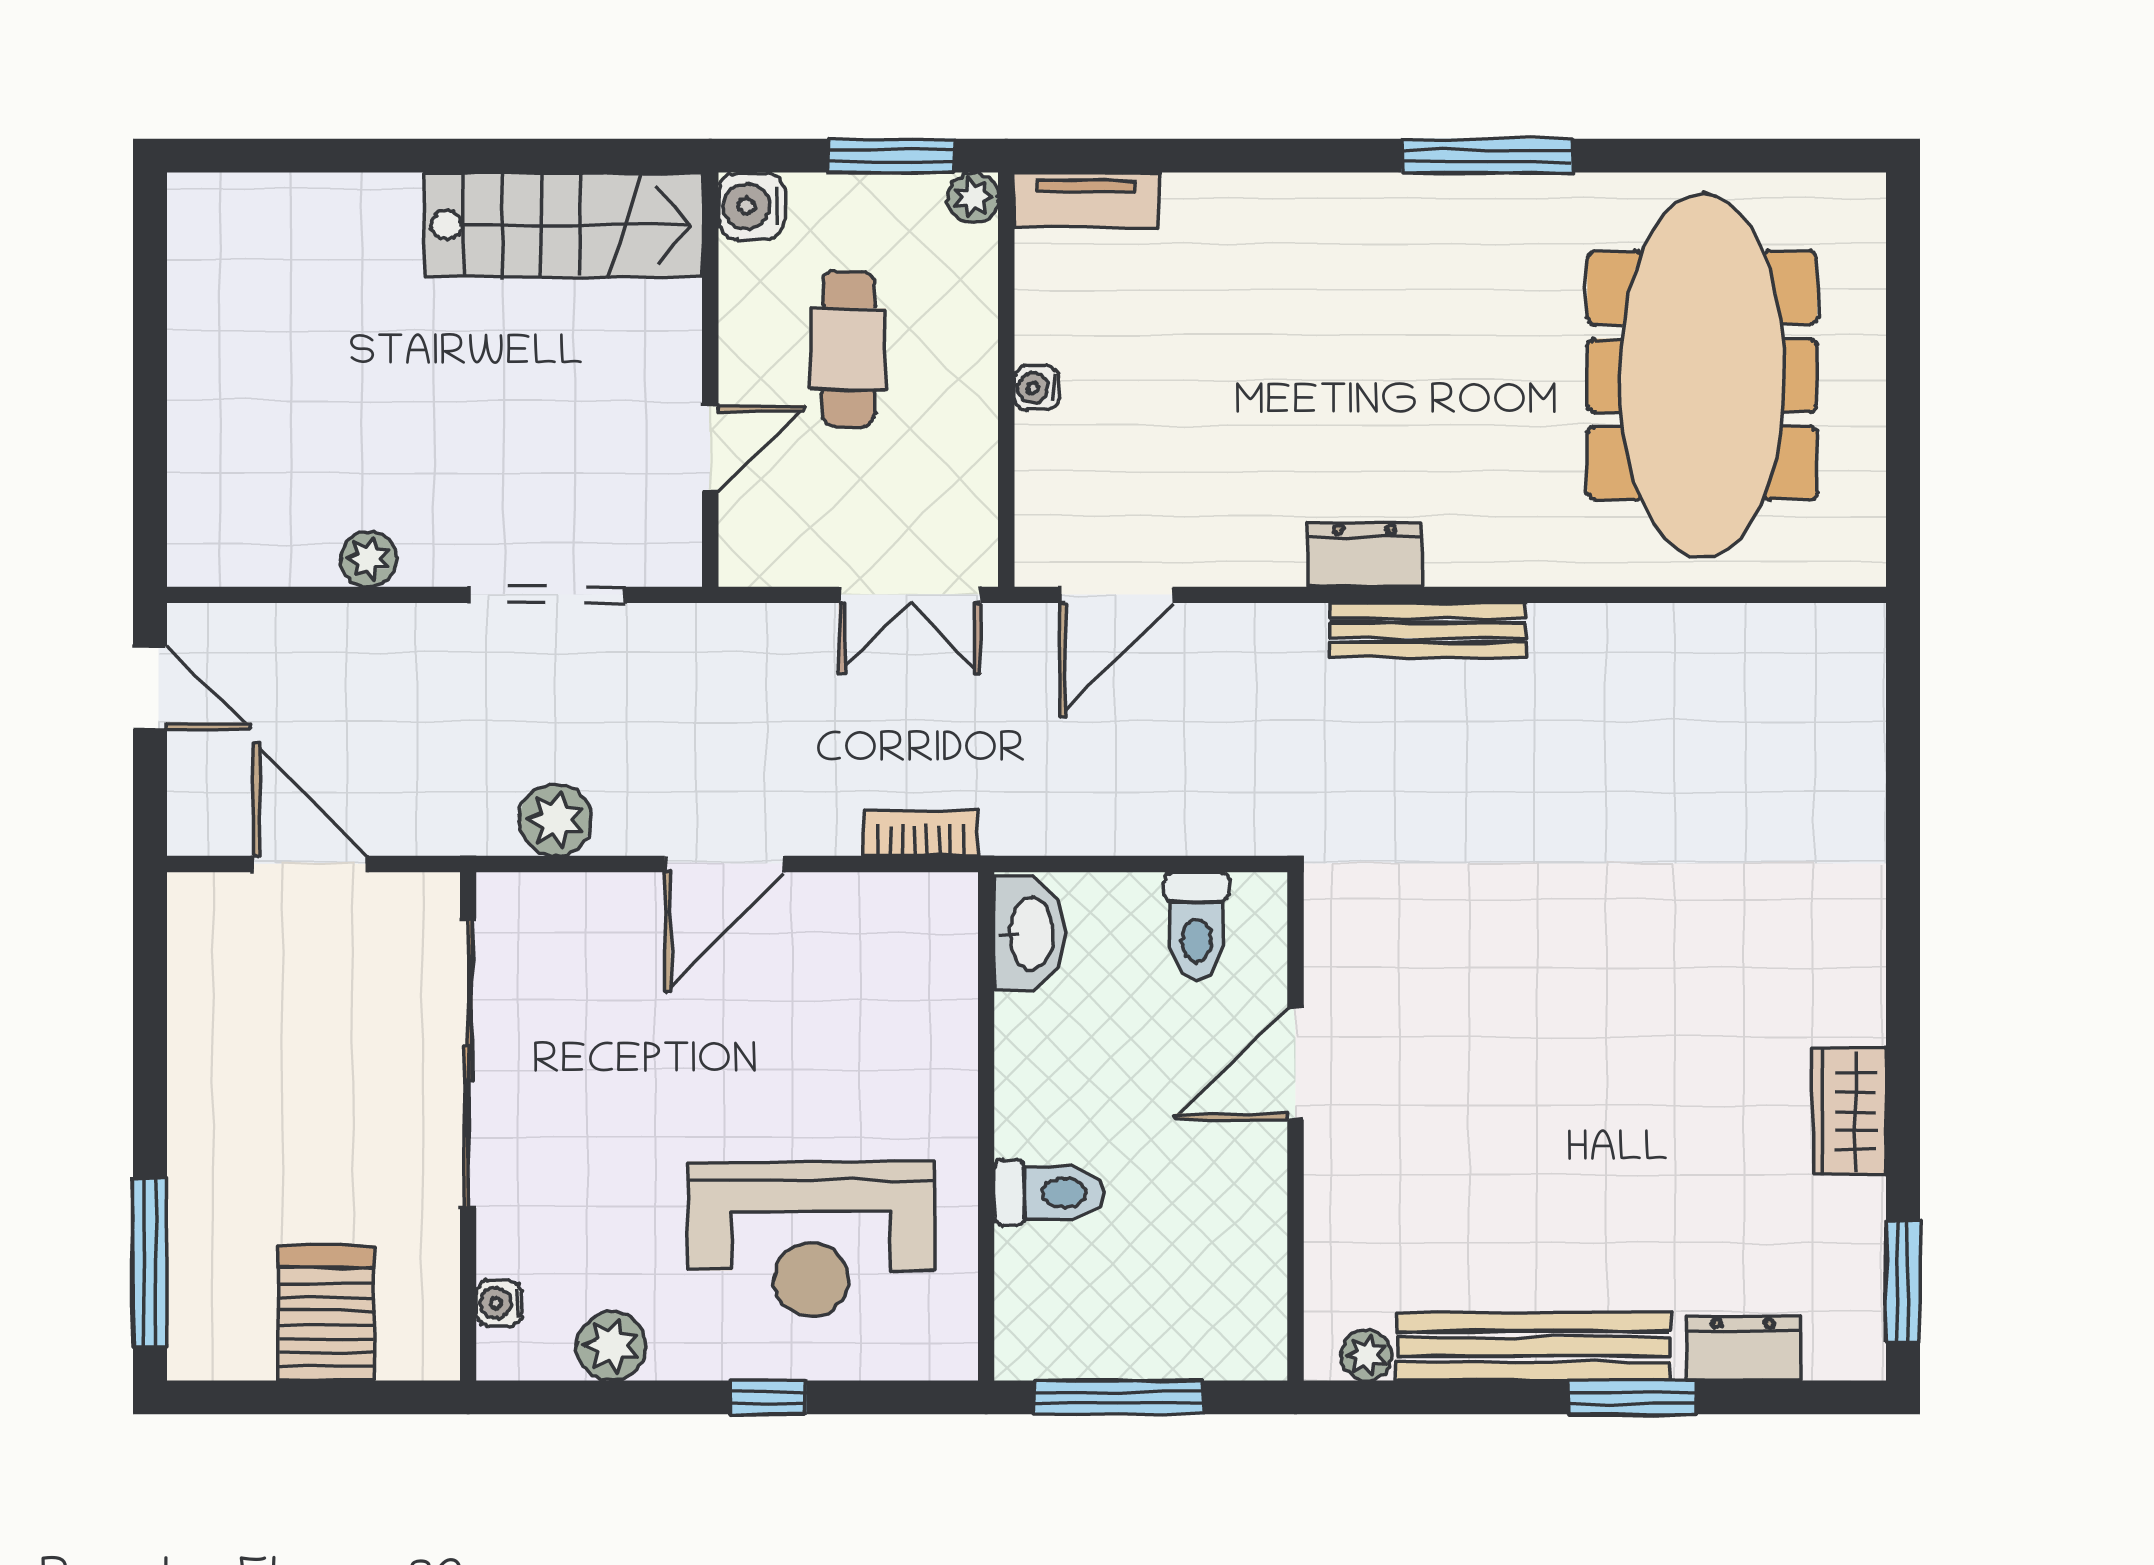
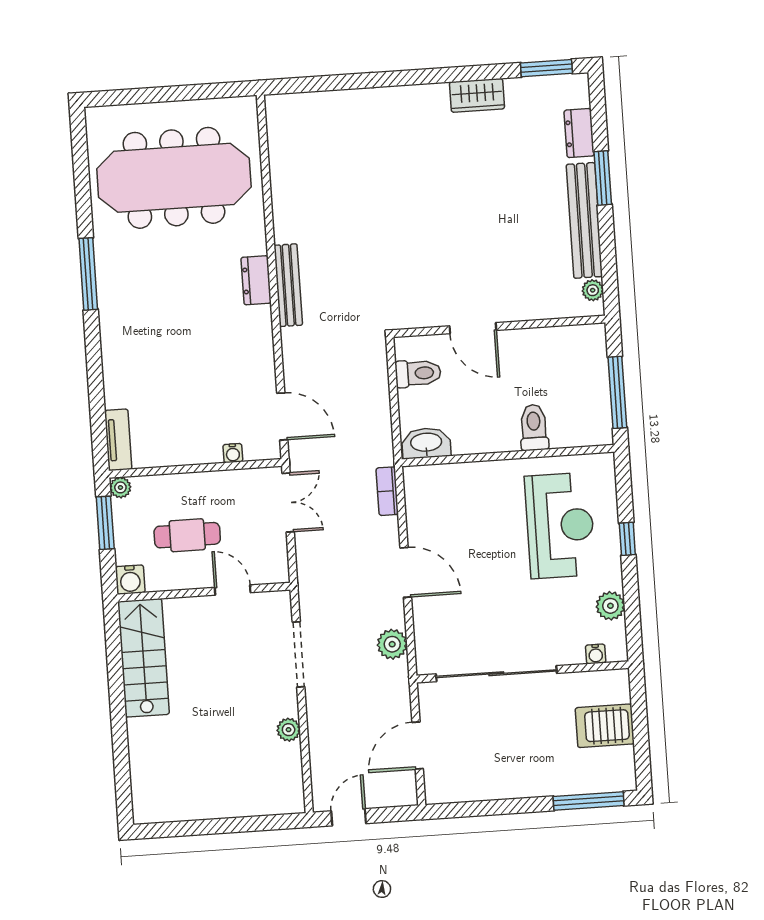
water cooler: (1037, 388) -> (233, 453), moved
dresser: (1365, 555) -> (256, 280), moved

